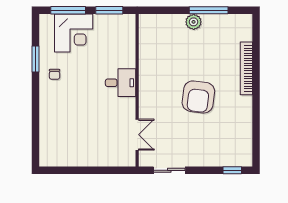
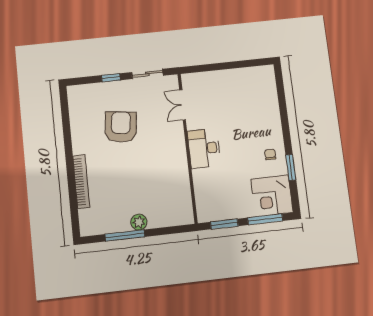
corner desk: (74, 33) -> (272, 196), moved, turned -90
desk: (121, 83) -> (204, 148), width x1.37
armchair: (198, 97) -> (121, 127), moved
window: (232, 170) -> (111, 78), moved

